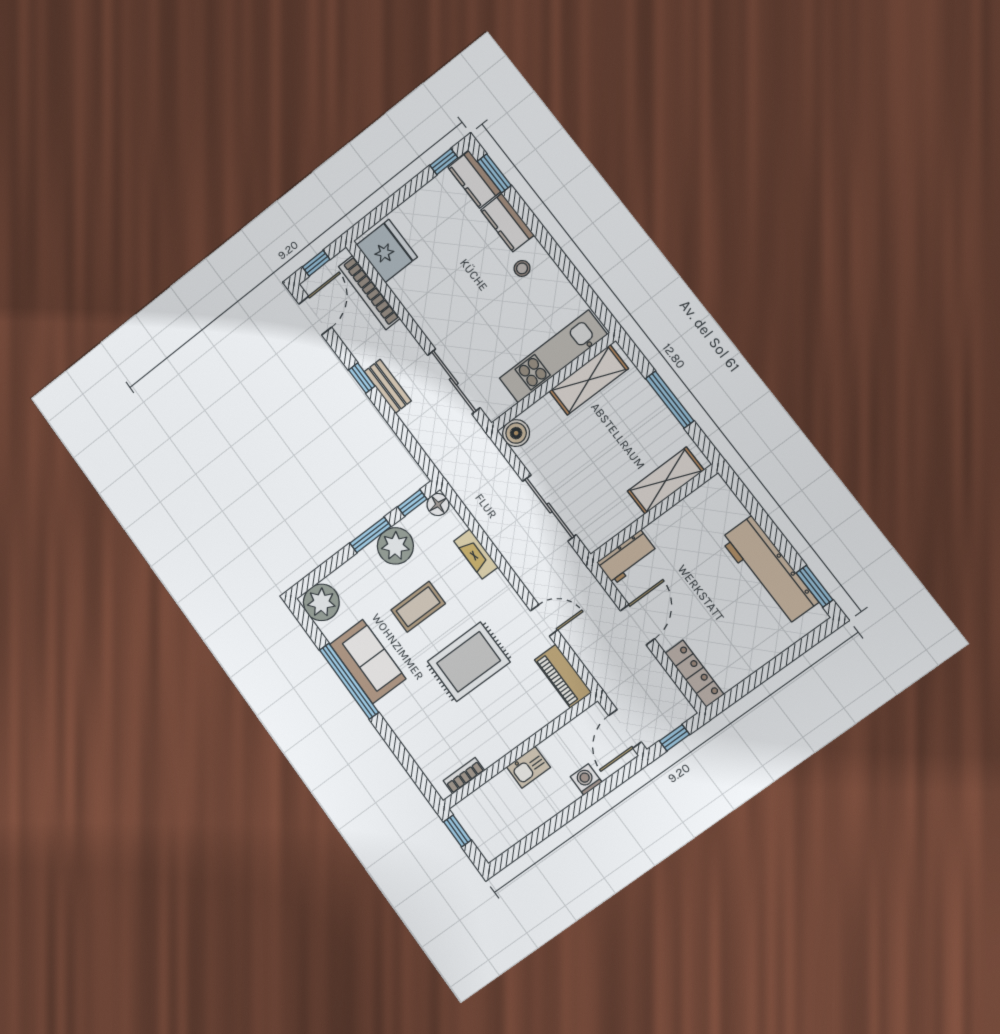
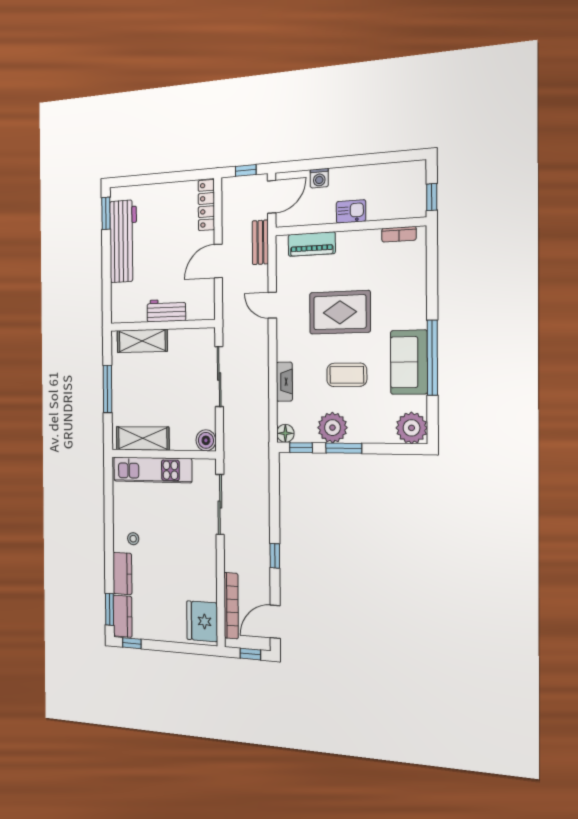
bench: (388, 386) -> (260, 242), moved
workbench: (627, 557) -> (166, 310), moved
piano: (563, 676) -> (312, 244), moved, turned 90

